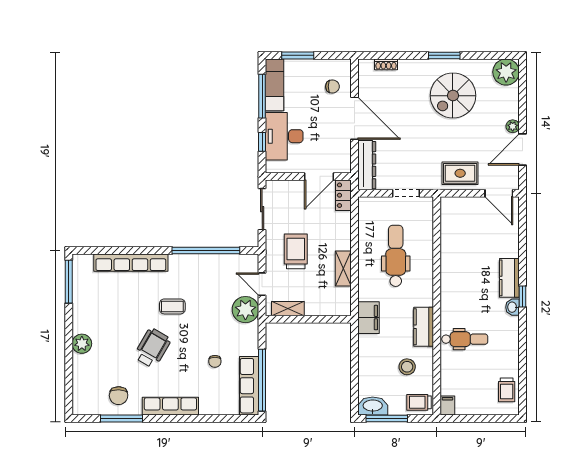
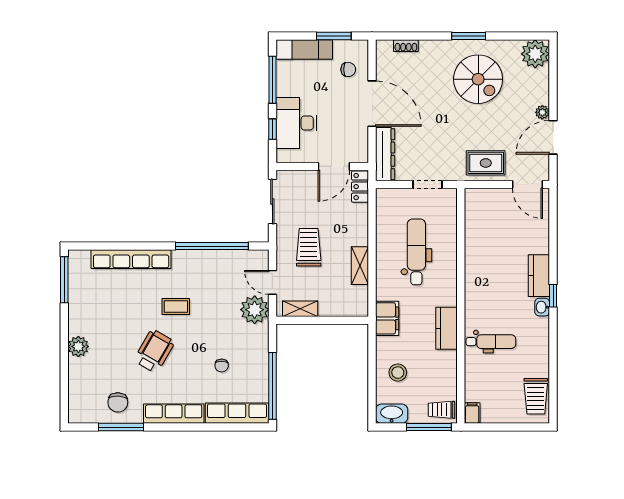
window: (298, 55) -> (334, 36), moved
exam couch: (275, 85) -> (304, 49), moved, turned 90
spiral stairs: (453, 96) -> (478, 79), turned -90
stool: (407, 367) -> (398, 373), moved
row of seats: (249, 386) -> (237, 413), moved, turned 90
trolley: (507, 390) -> (536, 396), width x1.36, depth x1.39
window: (387, 418) -> (429, 427), moved

